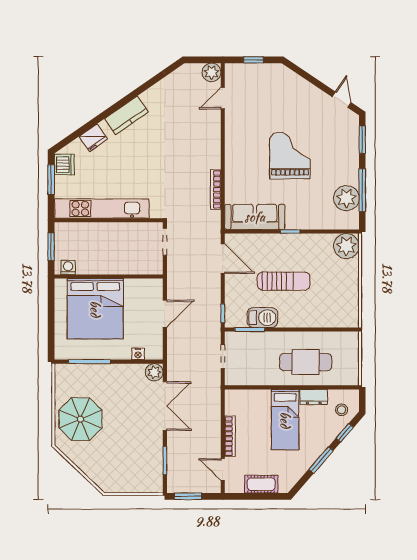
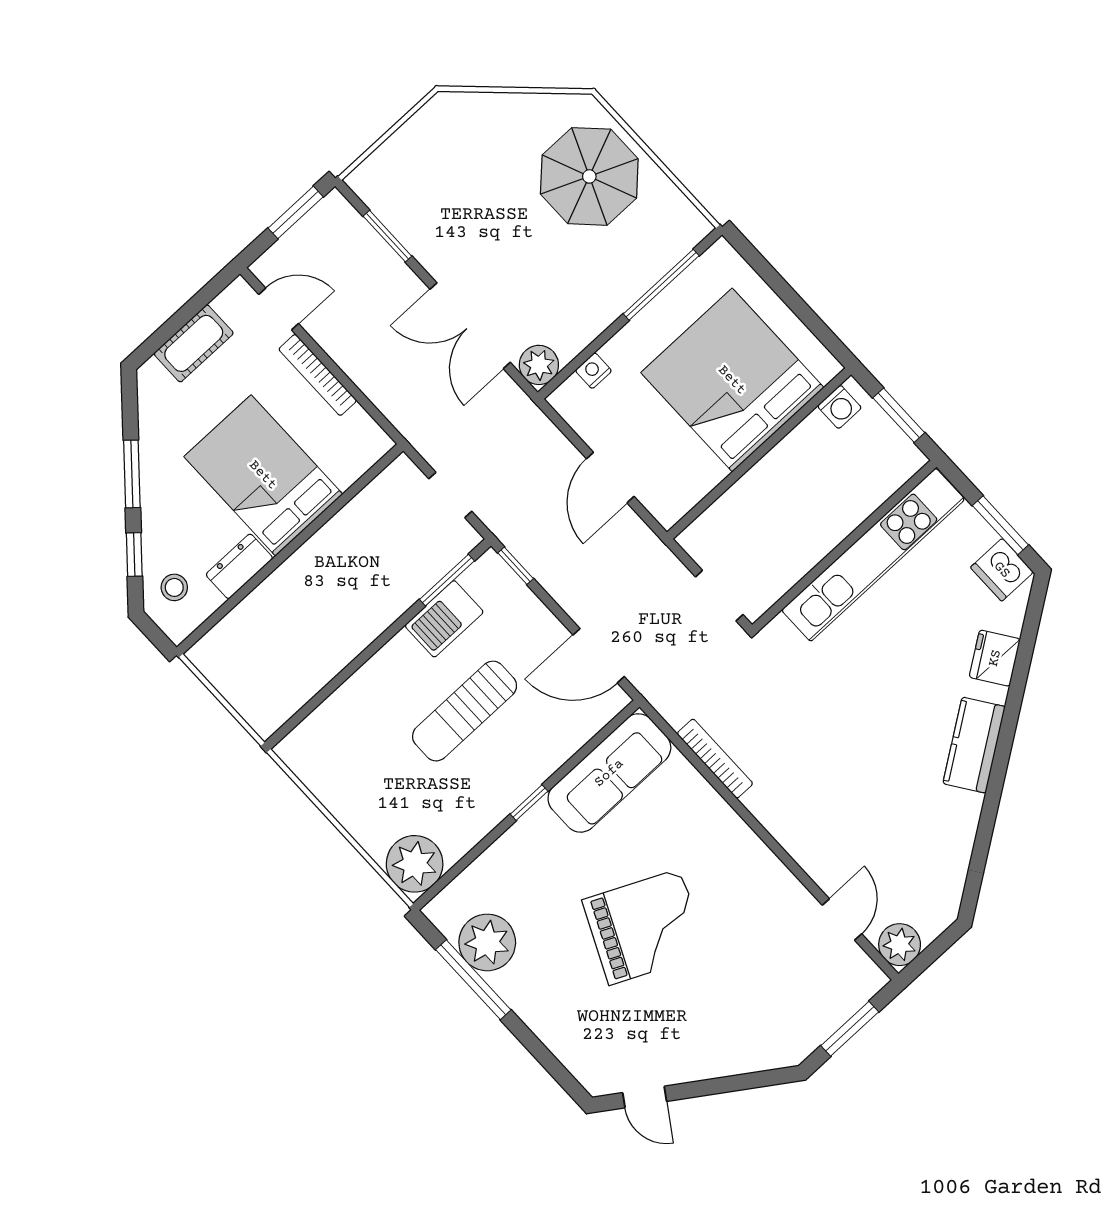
window: (253, 60) -> (850, 1029), width x1.50
window: (362, 140) -> (550, 1063), removed
grand piano: (290, 156) -> (645, 927), turned -65
cafe table: (306, 362) -> (306, 611), removed
bed: (285, 420) -> (263, 475), width x1.50

